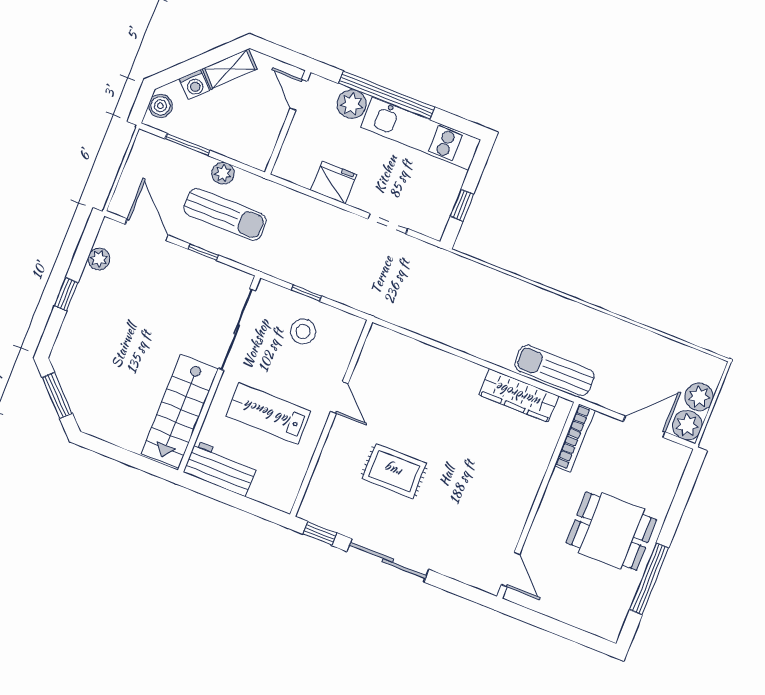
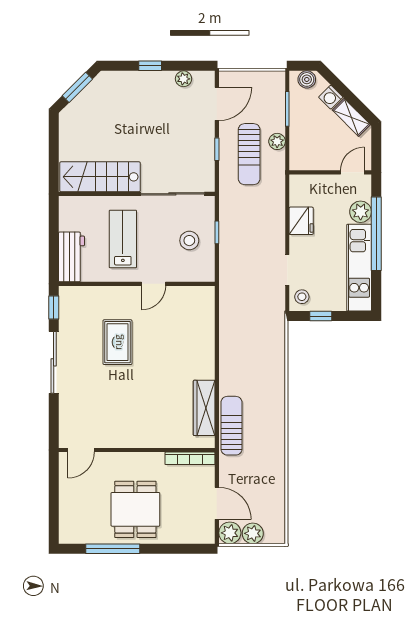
stool: (429, 219) -> (302, 297), added
workbench: (220, 469) -> (71, 257), moved

